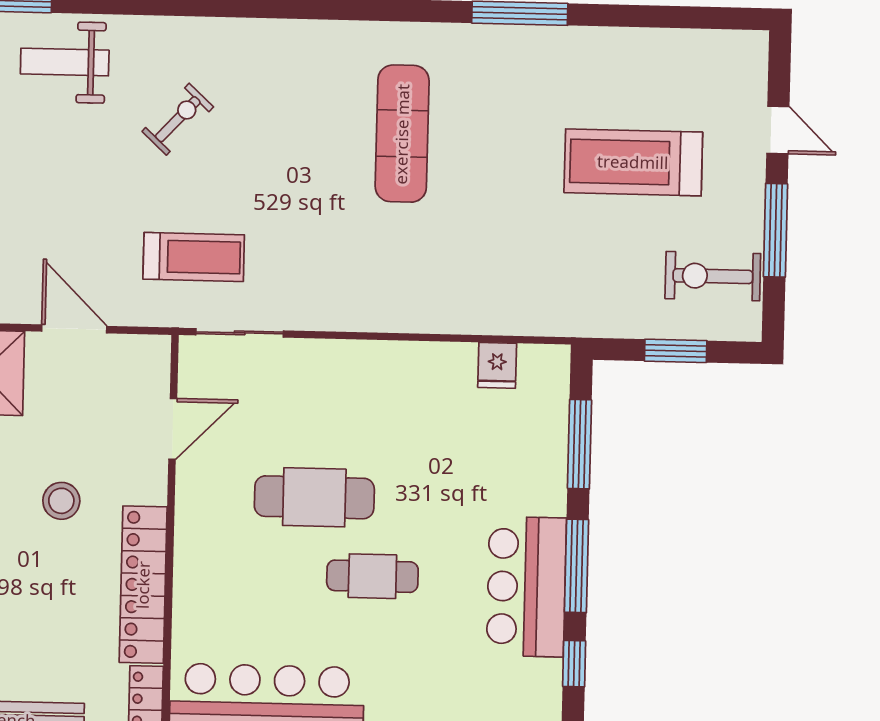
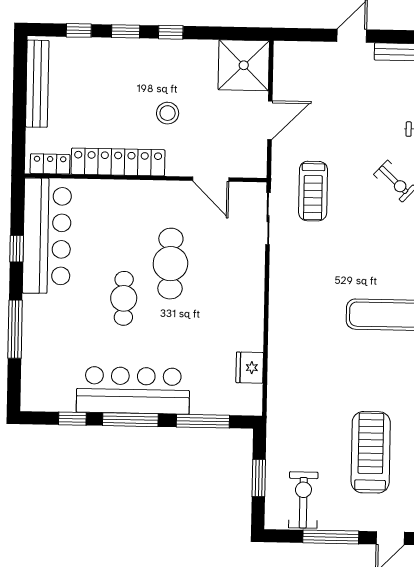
fridge: (497, 365) -> (250, 368), width x1.38
bar counter: (526, 587) -> (133, 390), width x1.36

